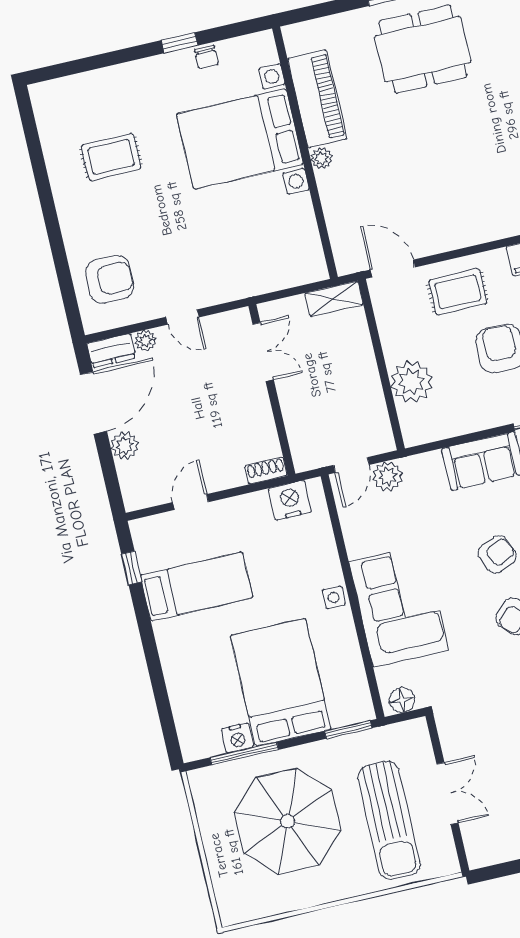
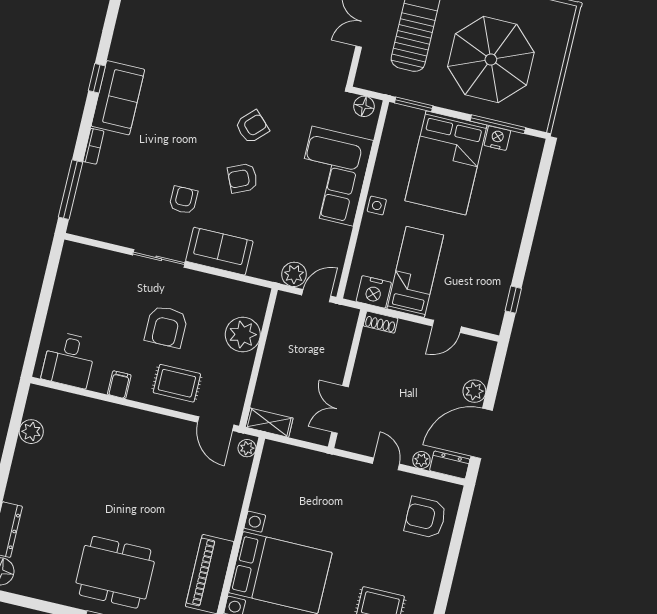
plant: (322, 158) -> (247, 448), moved
bed: (197, 587) -> (415, 272), moved, turned 90

